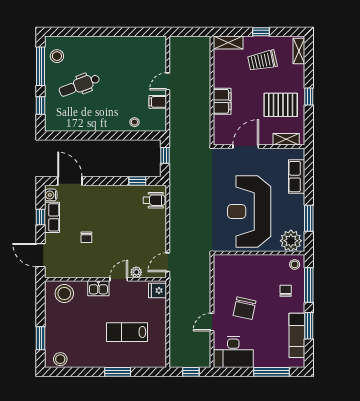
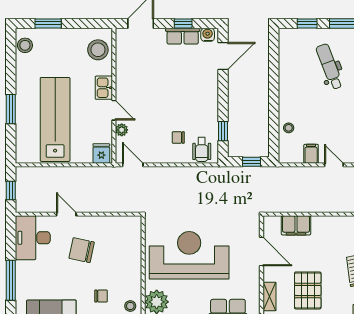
filing cabinet: (222, 101) -> (296, 225), moved
chair: (86, 237) -> (178, 137), moved
lab bench: (127, 332) -> (55, 119), width x1.86, depth x1.39

